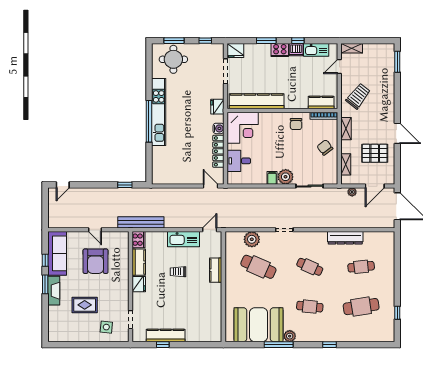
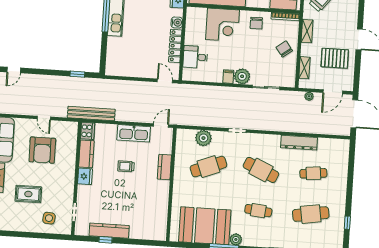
corner desk: (243, 128) -> (222, 25), moved
cafe table: (258, 267) -> (208, 167), turned -45
cafe table: (310, 267) -> (261, 170), width x1.37, depth x1.35

